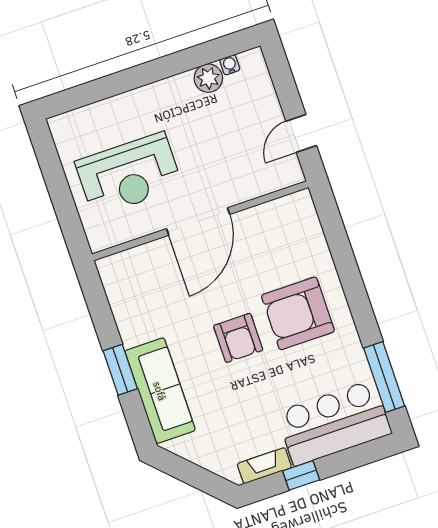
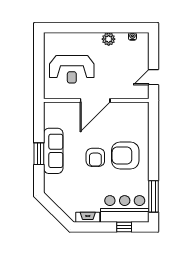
plant: (208, 78) -> (109, 39), moved
sofa: (160, 391) -> (53, 151), moved
window: (301, 475) -> (124, 227), moved

